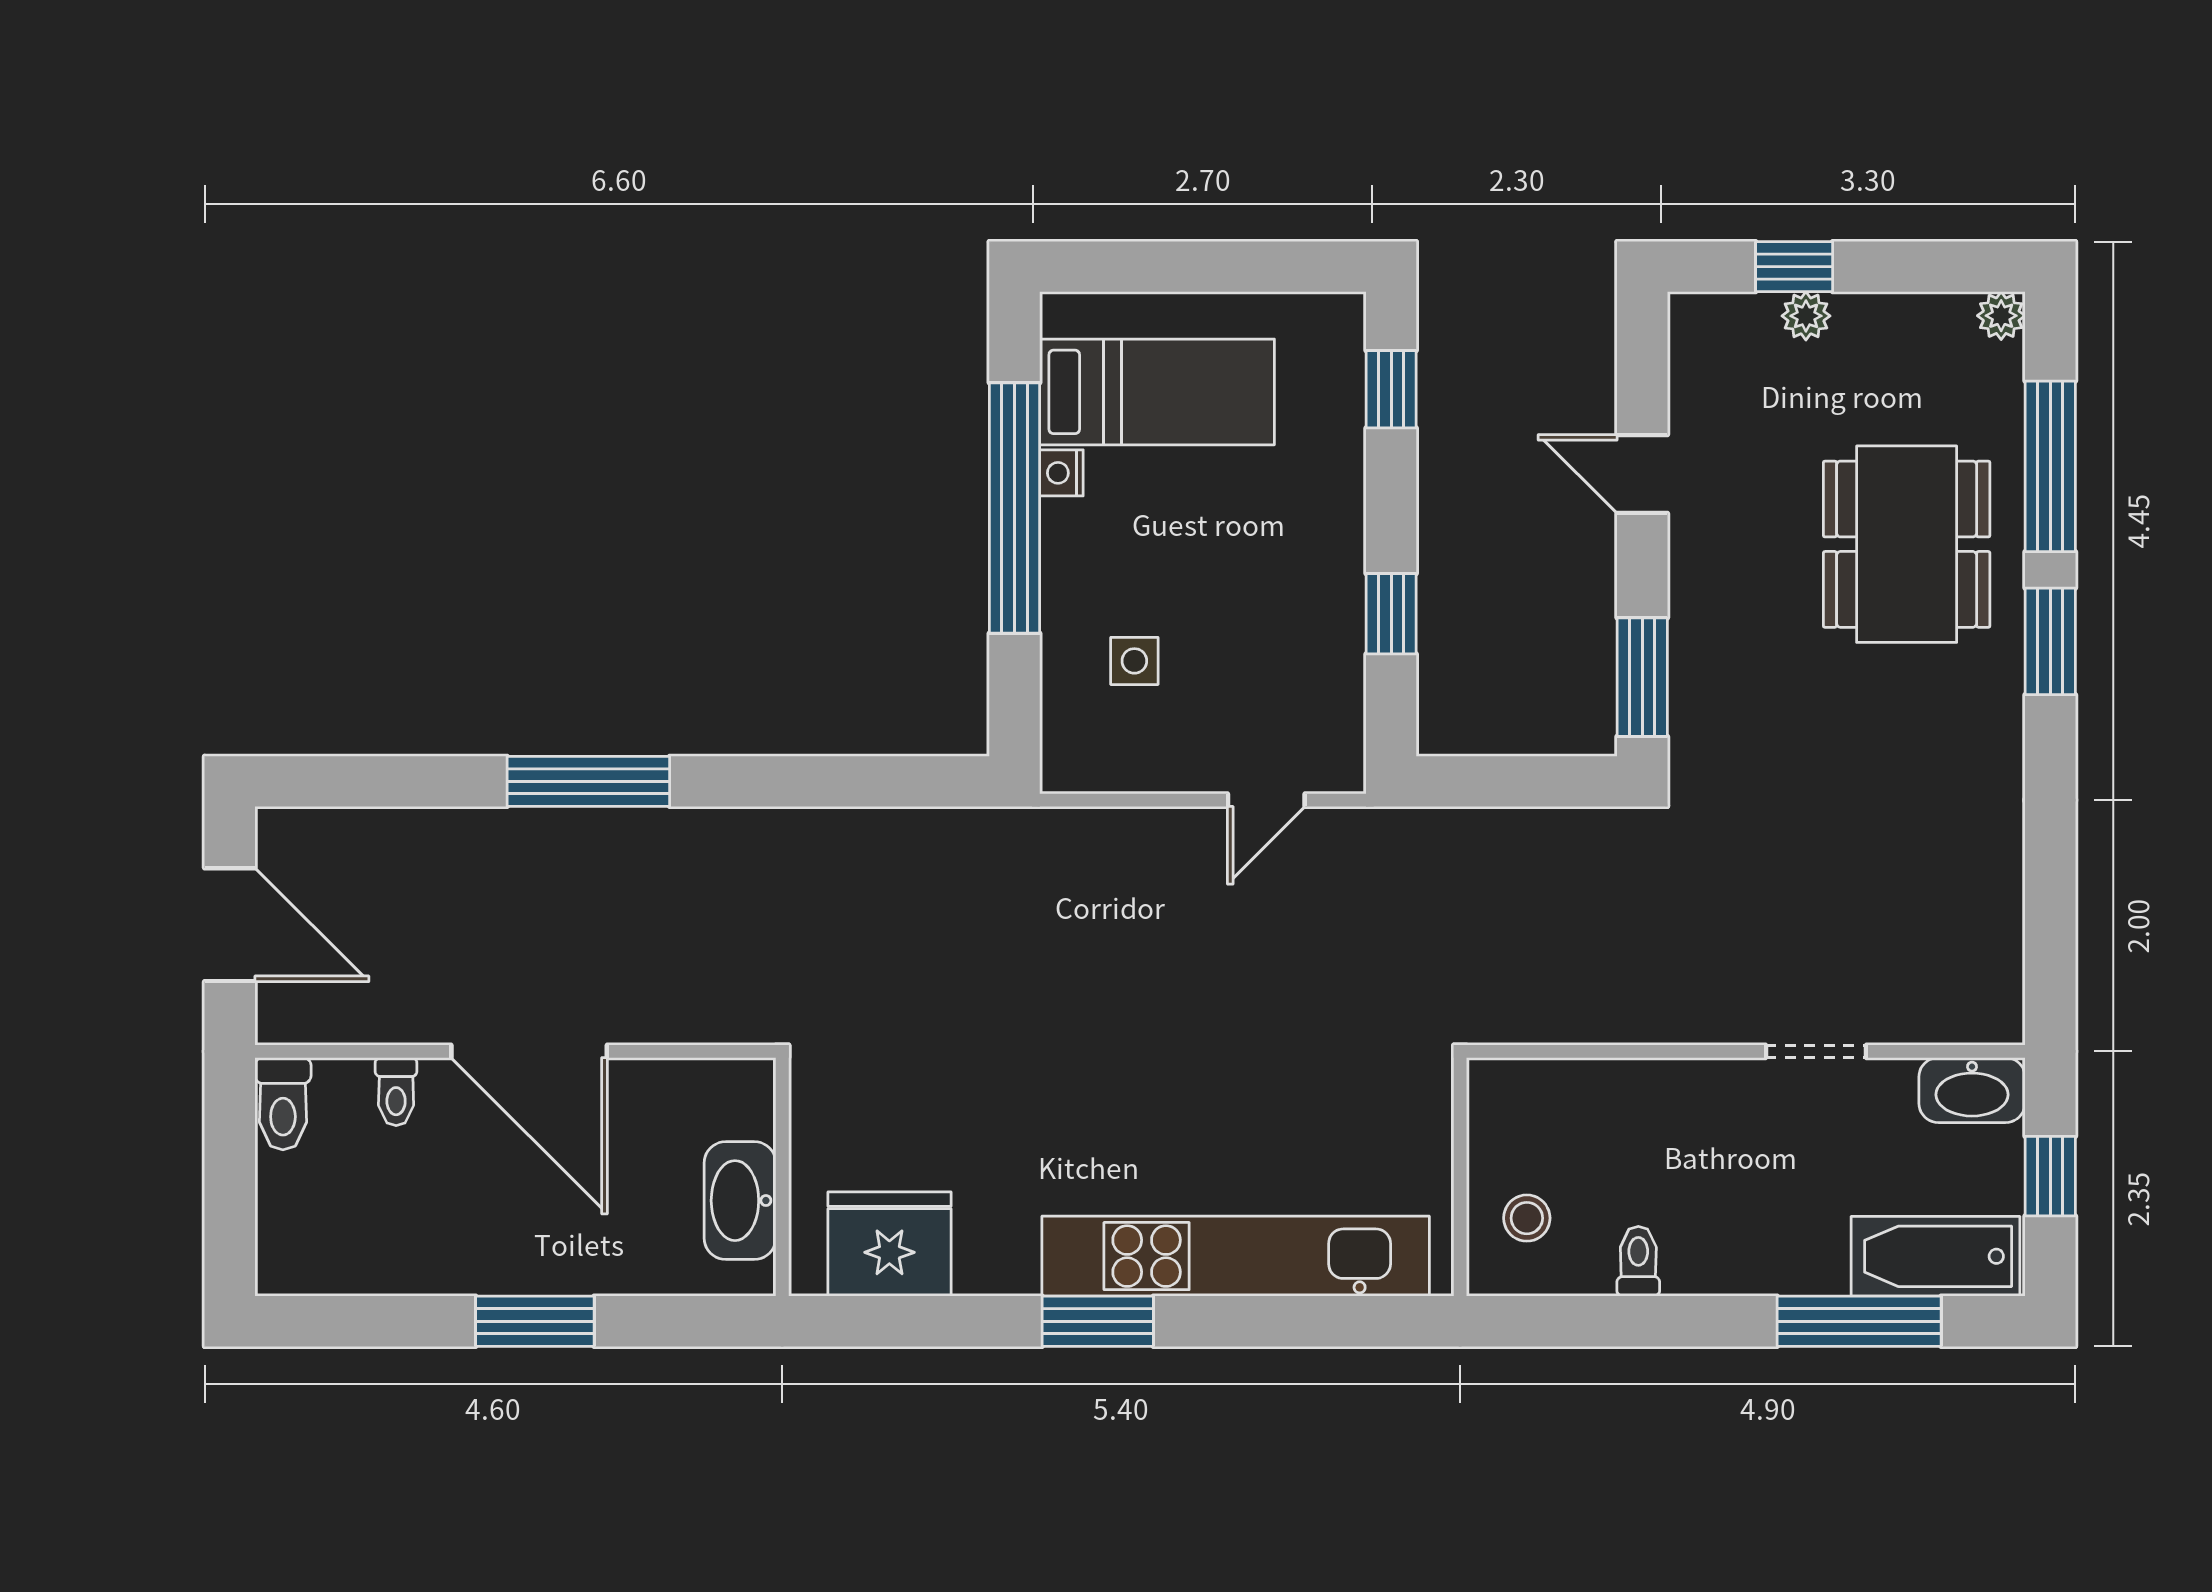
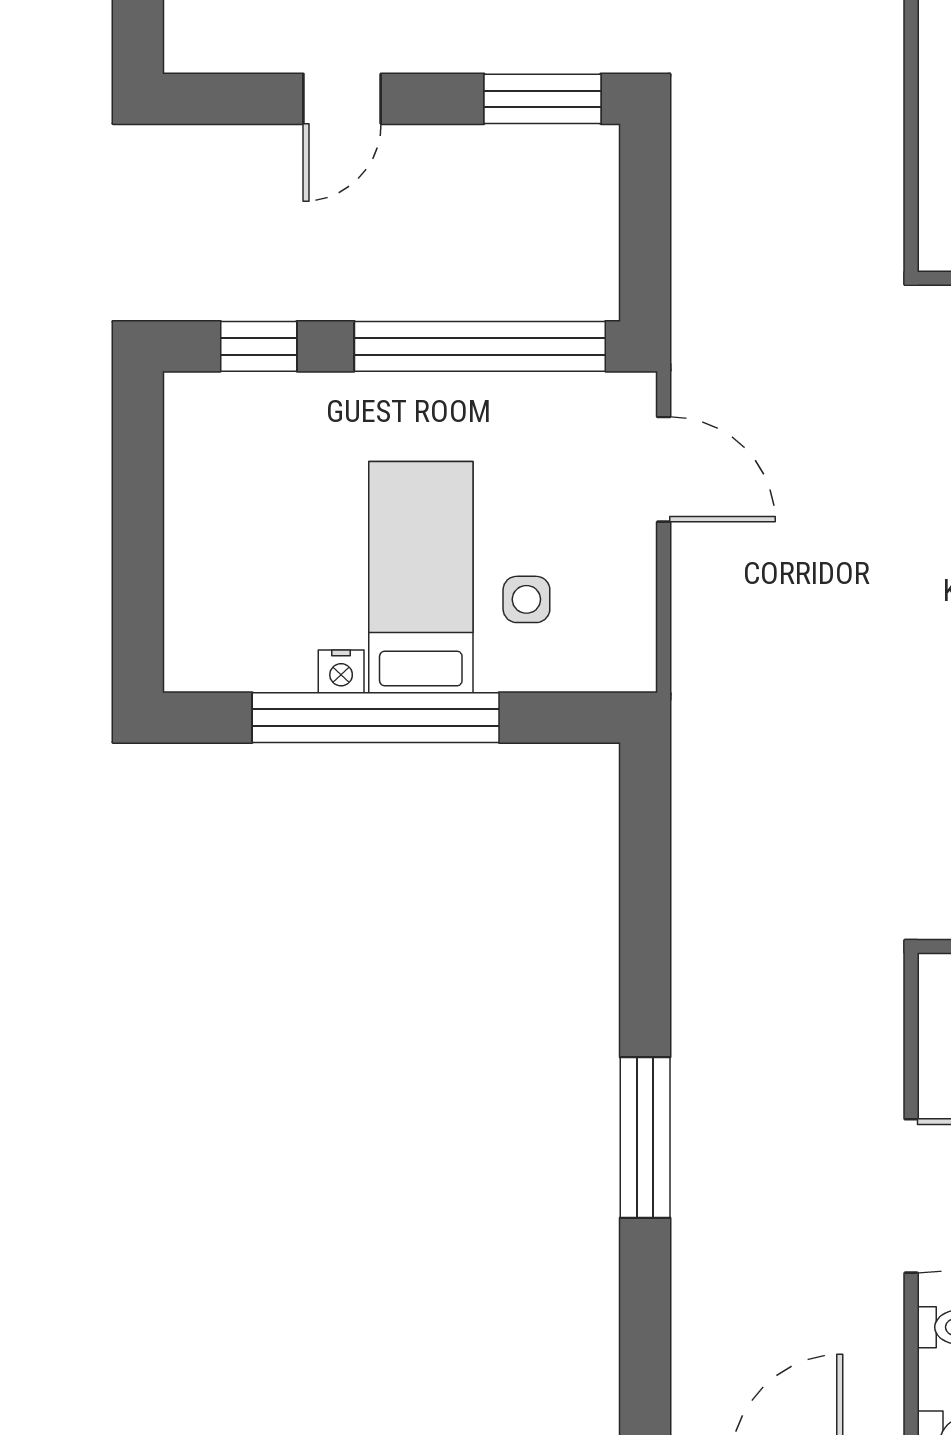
bed: (1157, 392) -> (421, 577), moved
window: (1391, 614) -> (480, 346), width x3.17
door: (1266, 800) -> (664, 469), width x1.38

